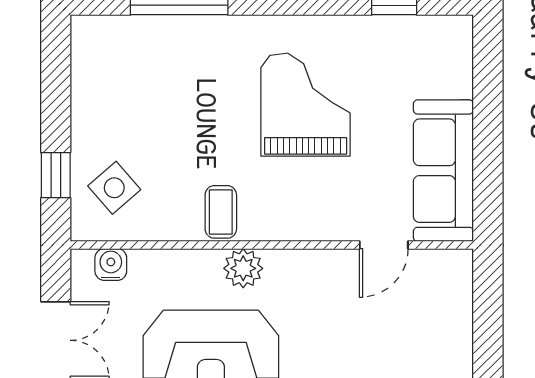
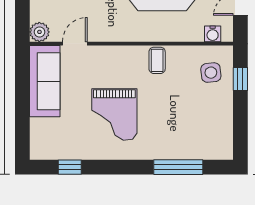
side table: (114, 188) -> (211, 73), turned 35
plant: (243, 268) -> (39, 32), moved

